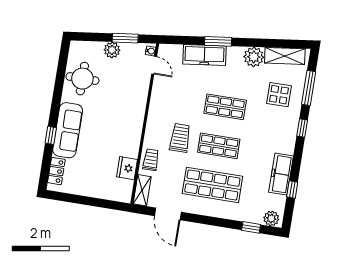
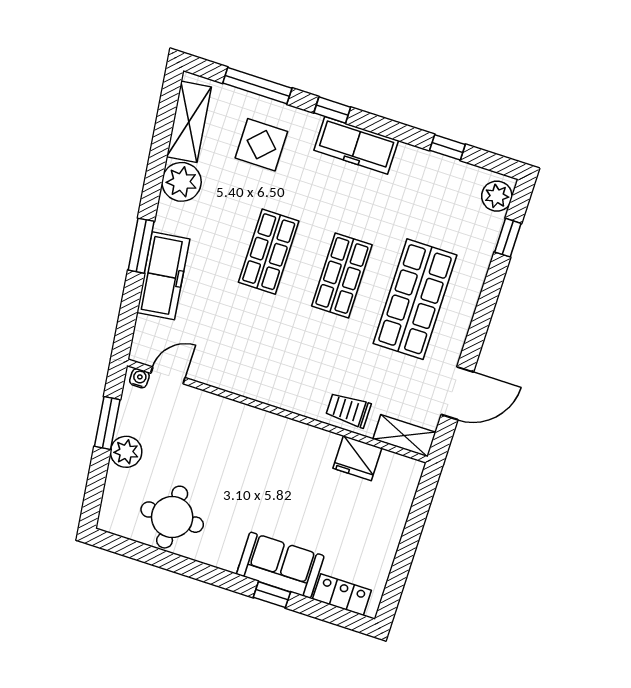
sofa: (68, 130) -> (280, 565), width x0.73
trolley: (180, 138) -> (315, 347), removed
freezer: (281, 174) -> (356, 145), moved

